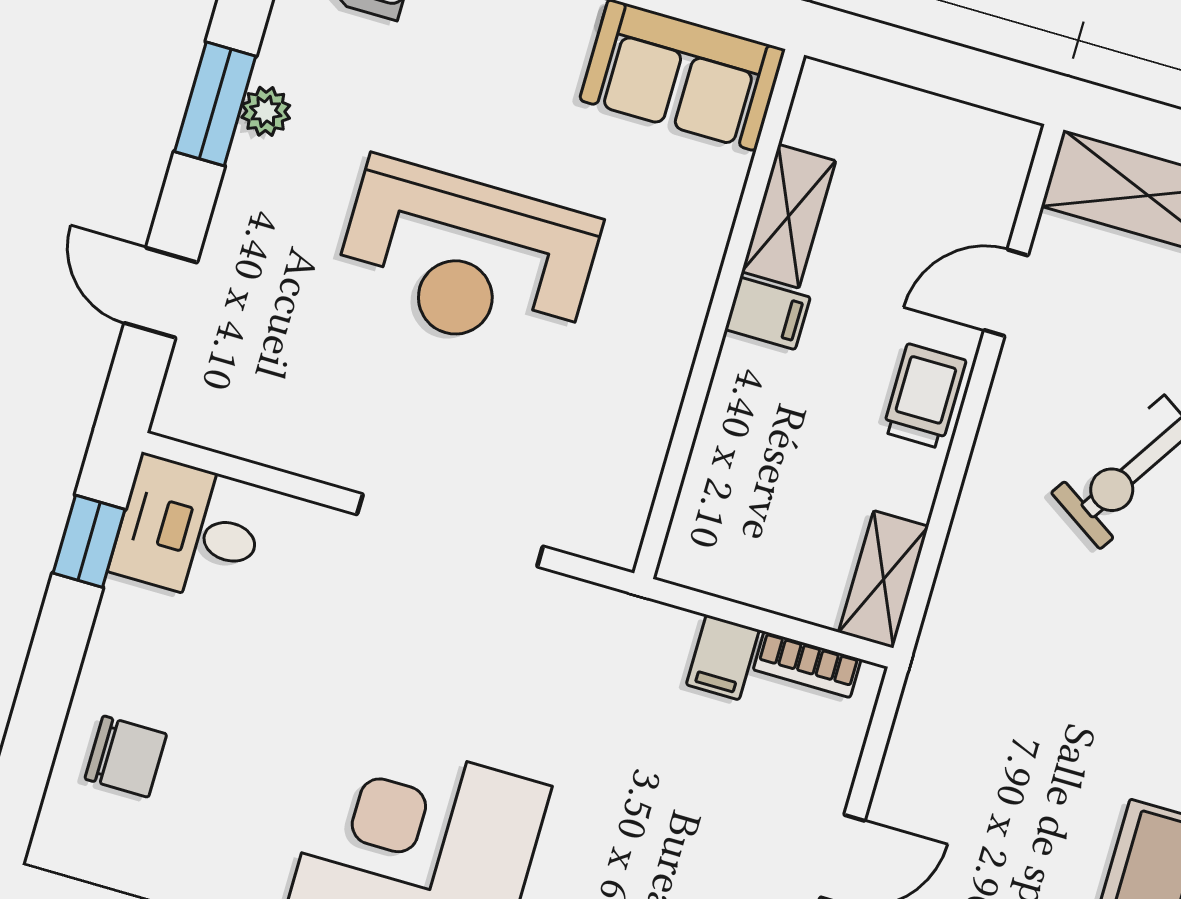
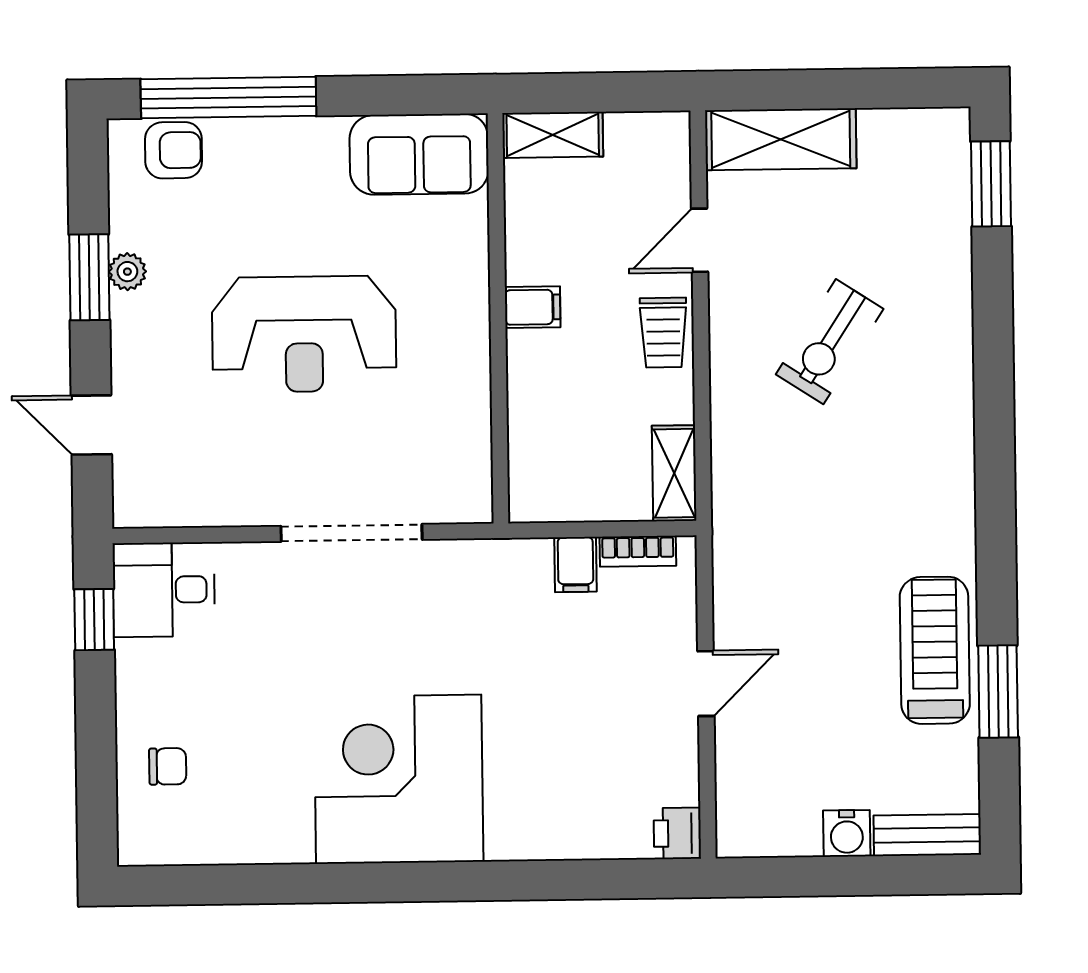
shelving: (789, 216) -> (553, 135), moved, turned 90
trolley: (924, 396) -> (663, 333), turned 180
chair: (126, 757) -> (168, 766), width x0.73, depth x0.73

